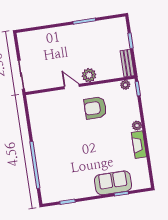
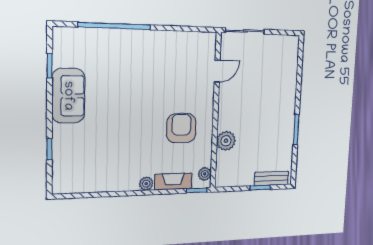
bench: (127, 63) -> (271, 178), moved
plant: (89, 75) -> (226, 141), moved
door: (72, 87) -> (217, 71), moved
fireplace: (139, 145) -> (173, 181), moved
sofa: (113, 183) -> (68, 96), moved

